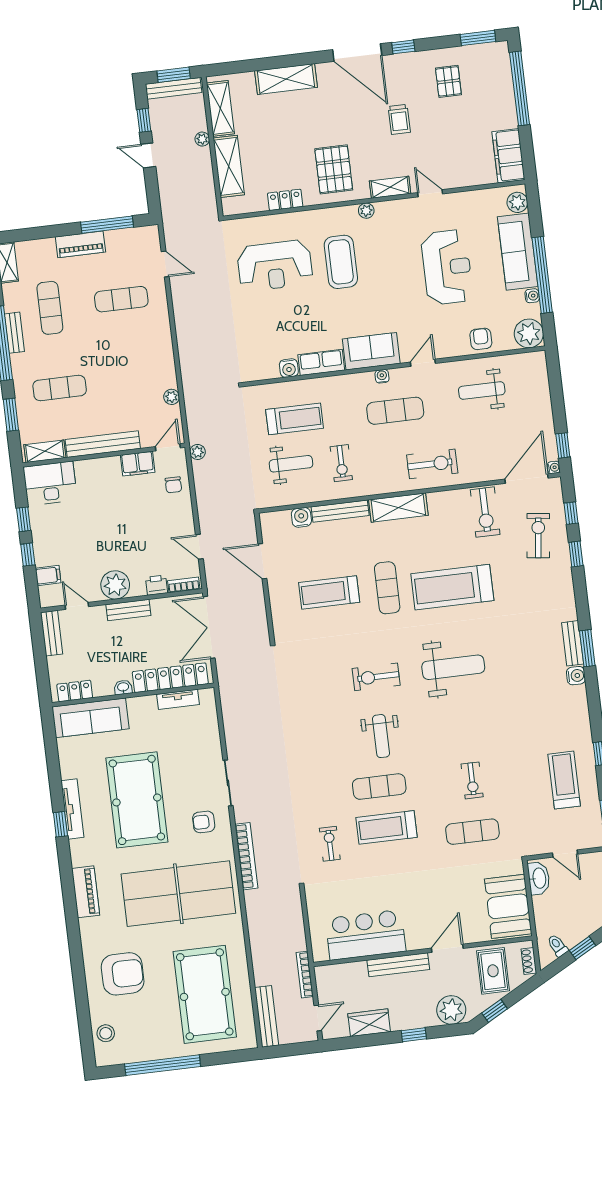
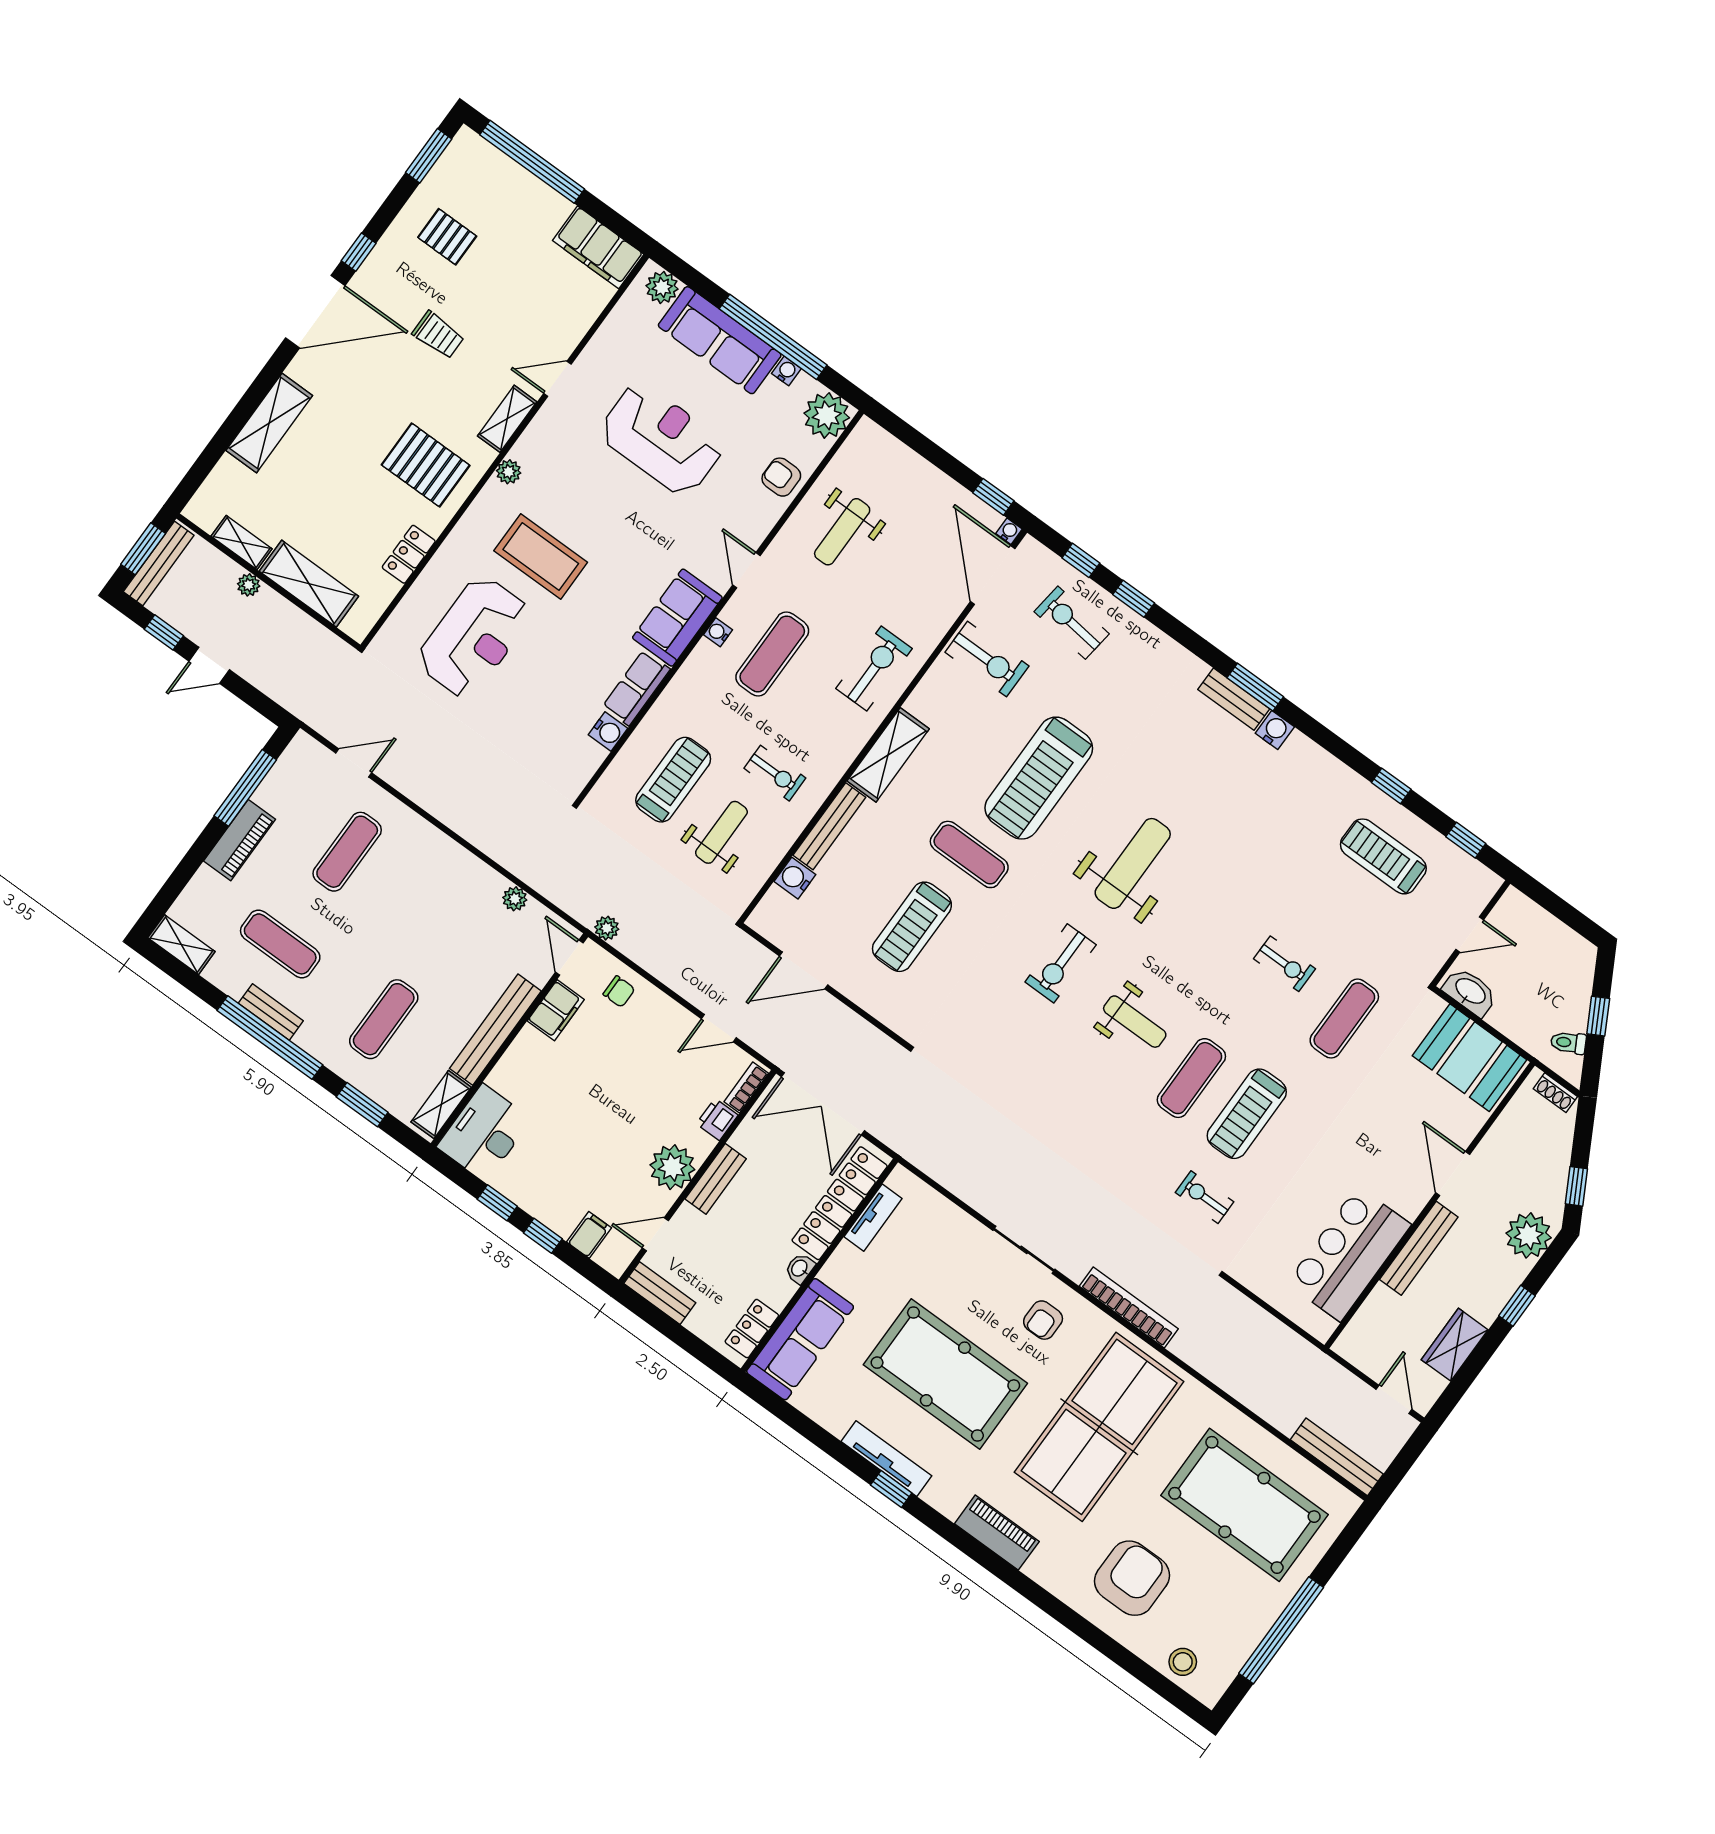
shelving: (220, 108) -> (242, 543), width x0.67, depth x0.75
rug: (493, 971) -> (1528, 1145), removed
bookcase: (305, 975) -> (1329, 1368), removed

